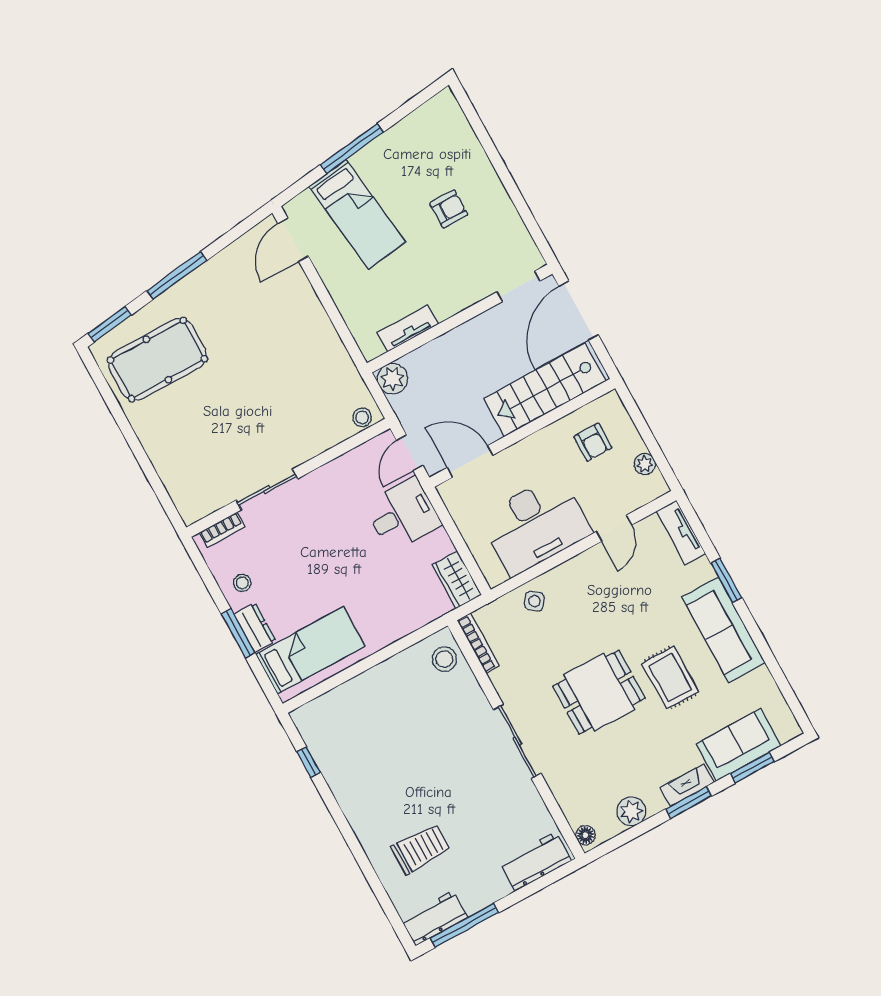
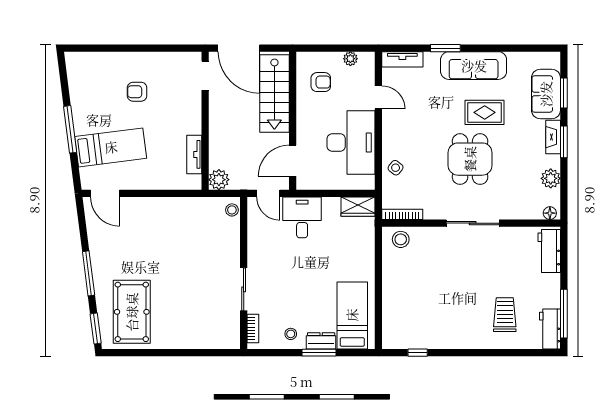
armchair: (449, 209) -> (137, 92), turned -90

